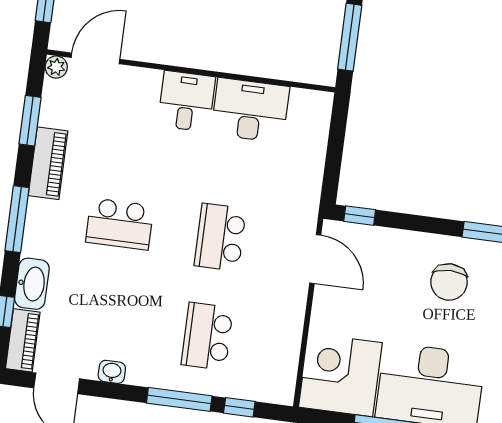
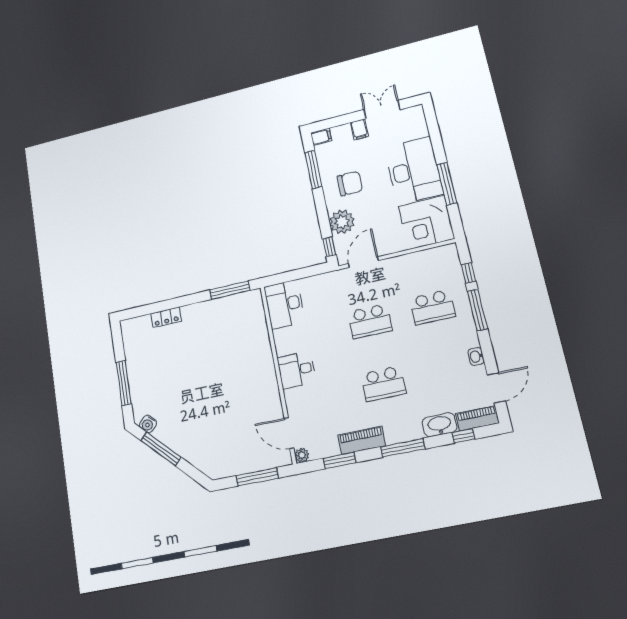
desk: (250, 110) -> (285, 304), moved
school desk: (120, 224) -> (383, 384), turned 90
plant: (392, 248) -> (342, 222), added

